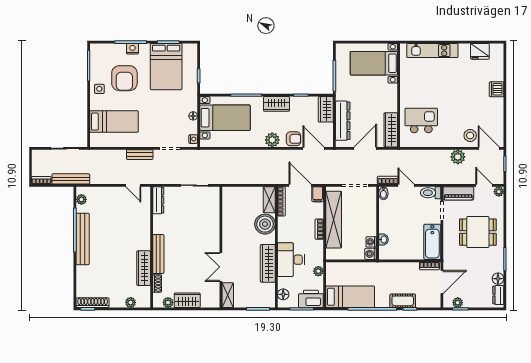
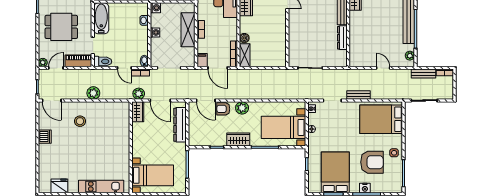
armchair: (124, 78) -> (372, 162), turned 90
dishwasher: (497, 89) -> (45, 137), moved
wardrobe: (326, 109) -> (195, 135), removed
kitchen island: (421, 120) -> (111, 125), removed
bed: (114, 122) -> (381, 119), width x1.50
wardrobe: (391, 130) -> (138, 112), width x0.67
stool: (470, 135) -> (80, 121), moved
door: (365, 148) -> (160, 100), hinge flipped
plant: (390, 156) -> (139, 94), added
plant: (458, 157) -> (93, 93), moved
bench: (71, 179) -> (424, 74), width x0.73
door: (133, 185) -> (383, 68), moved
door: (484, 185) -> (56, 68), swing flipped
dresser: (158, 200) -> (342, 38), moved
shelving: (334, 220) -> (188, 30), width x0.68
boiler: (265, 224) -> (244, 38), width x0.54, depth x0.54
washing machine: (371, 242) -> (155, 32), moved

